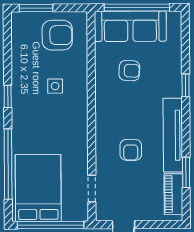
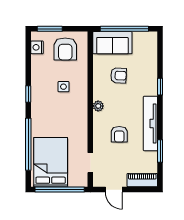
sofa: (130, 26) -> (112, 43), width x0.73
nightstand: (19, 33) -> (37, 47), added
armchair: (57, 35) -> (65, 49), turned 90
plant: (102, 112) -> (98, 106), added
piano: (173, 194) -> (142, 180), moved, turned 90

